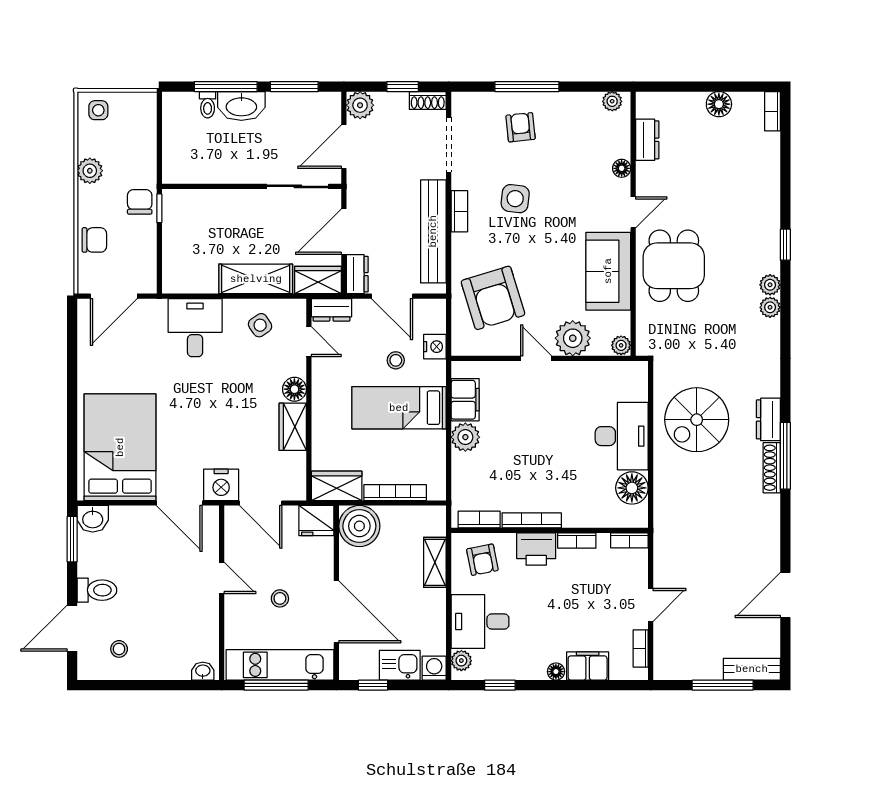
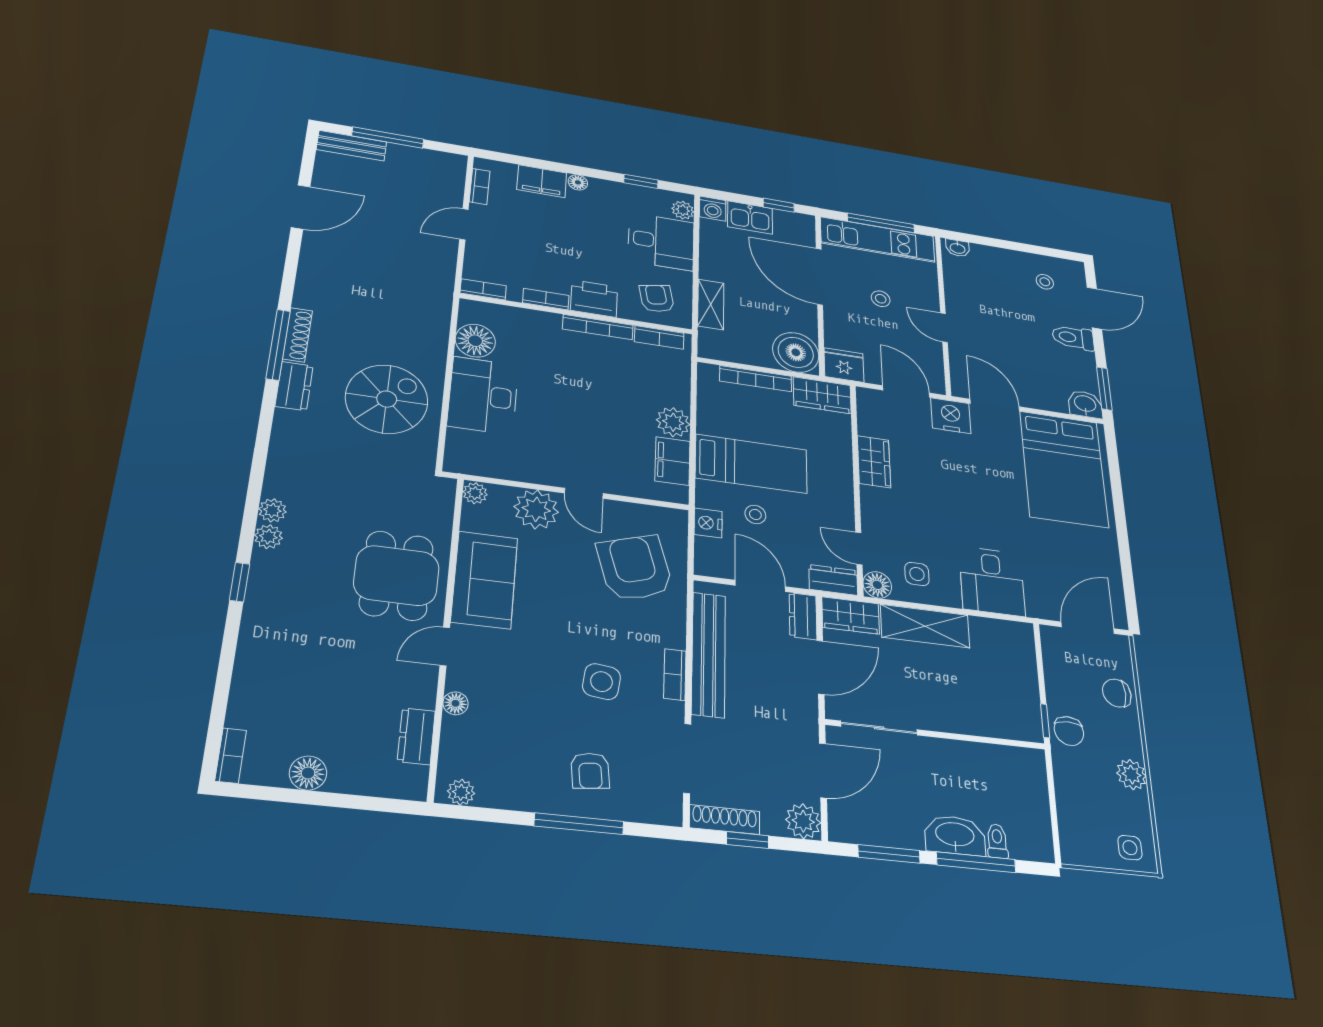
shoe rack: (428, 100) -> (725, 819), width x1.43
side table: (260, 325) -> (917, 574), turned 34
floor lamp: (294, 389) -> (877, 585), moved

